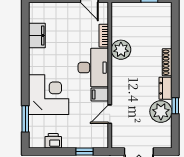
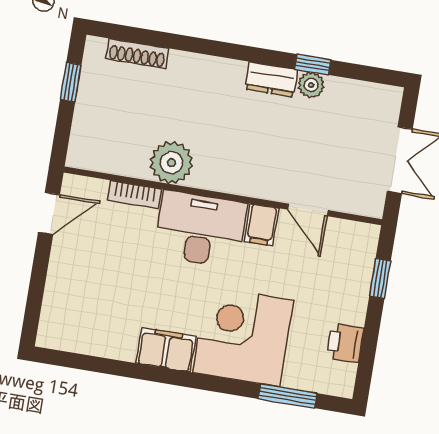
filing cabinet: (37, 36) -> (166, 350), moved
shoe rack: (167, 62) -> (137, 54), moved
plant: (161, 112) -> (311, 85), width x0.53, depth x0.53

